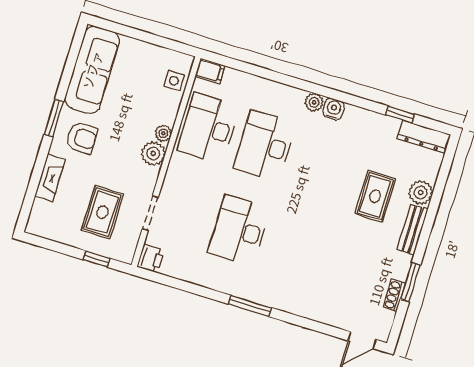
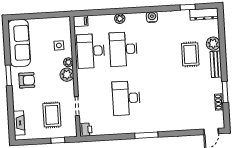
side table: (174, 81) -> (59, 45), moved
plant: (314, 102) -> (120, 19), moved
fireplace: (50, 178) -> (19, 123), moved

